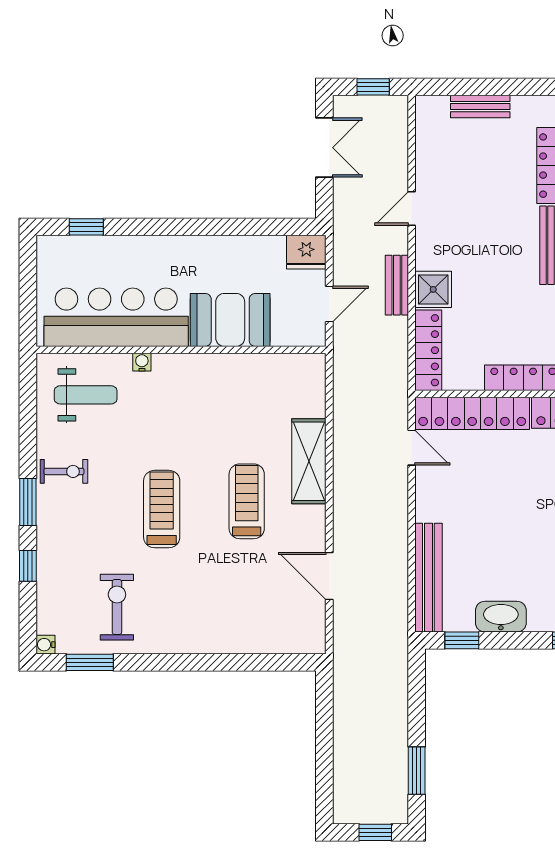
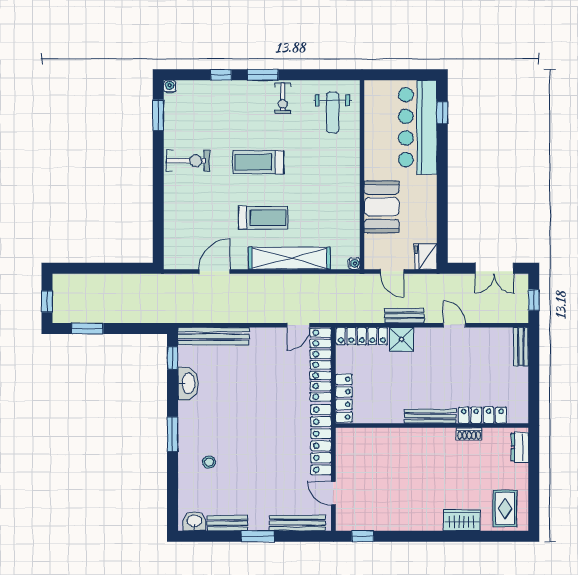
bench: (480, 107) -> (521, 347), moved
bar counter: (116, 317) -> (418, 127), moved, turned 180
water cooler: (142, 362) -> (354, 263), moved
shelving: (309, 461) -> (289, 258), width x1.47
treadmill: (162, 509) -> (258, 162), turned 180
exercise bike: (117, 607) -> (188, 161), moved

